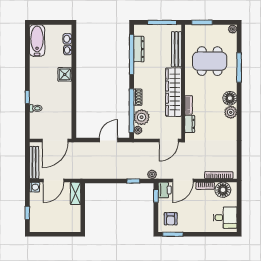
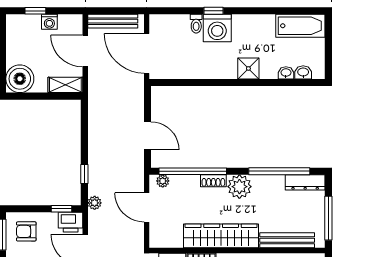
dresser: (139, 49) -> (305, 182), moved
washing machine: (39, 95) -> (217, 28), added
plant: (142, 117) -> (239, 187), moved
door: (169, 141) -> (147, 207), moved
washing machine: (34, 187) -> (49, 22), moved
boiler: (71, 223) -> (20, 79), added

